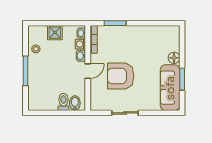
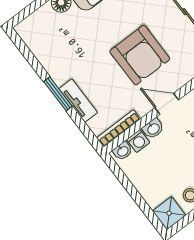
window: (115, 23) -> (58, 94), moved
tv unit: (121, 30) -> (78, 101), added
shower: (55, 33) -> (169, 213), moved

